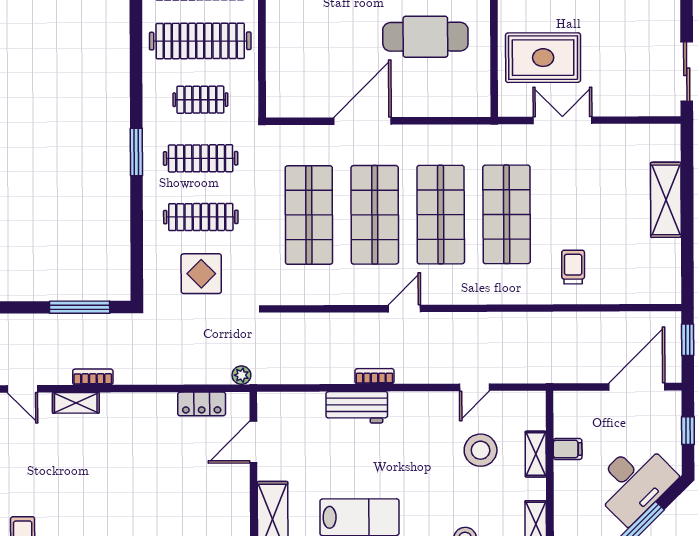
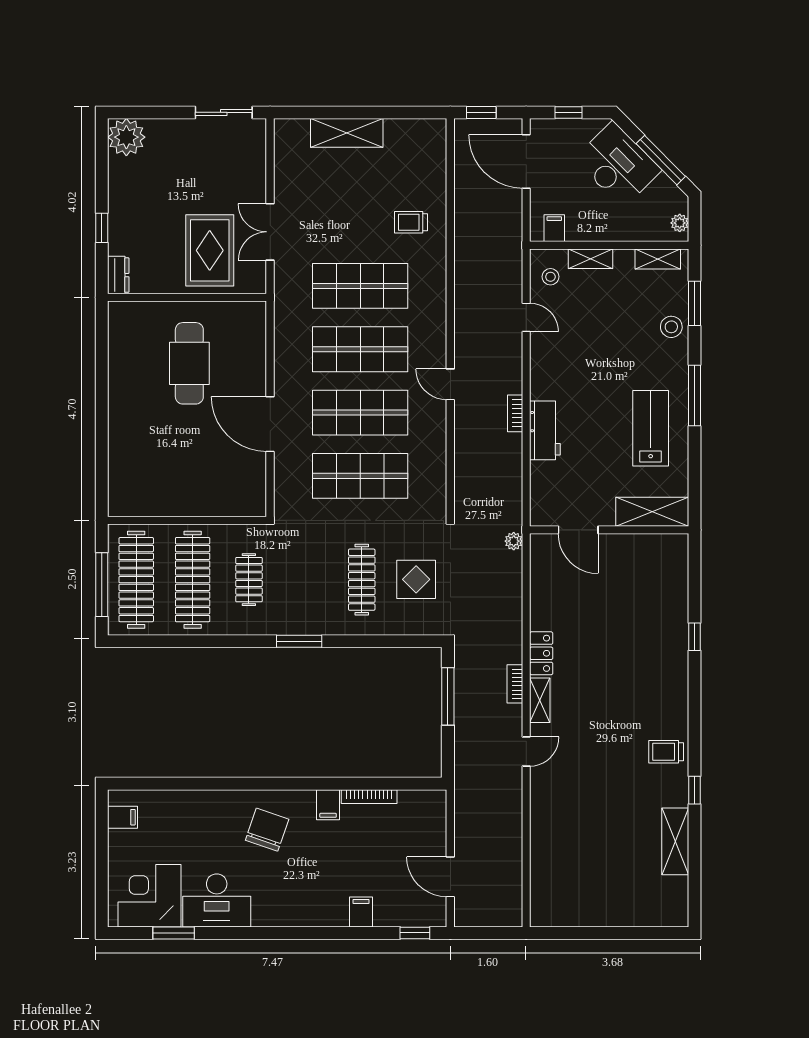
clothes rail: (201, 158) -> (305, 580), removed
locker: (202, 404) -> (541, 653), moved
filing cabinet: (568, 449) -> (554, 228), moved
stool: (481, 450) -> (550, 277), moved, width x0.53, depth x0.53

